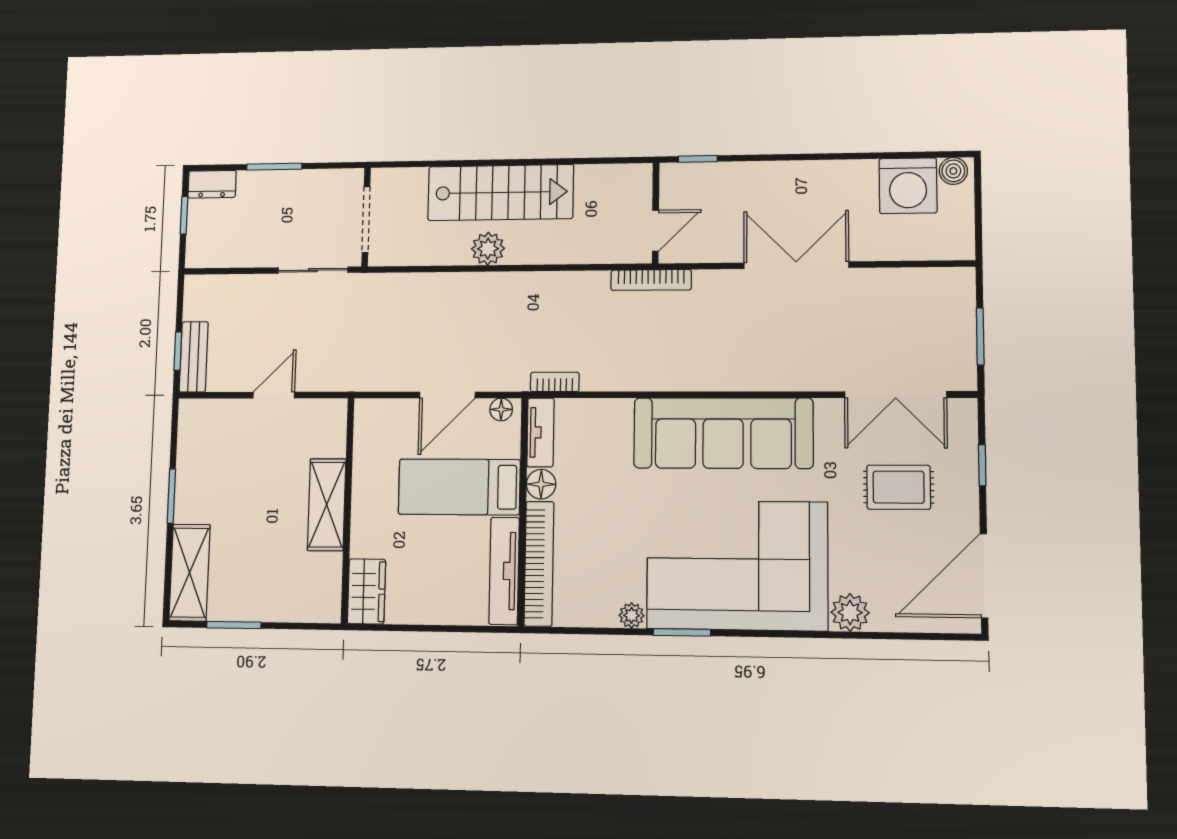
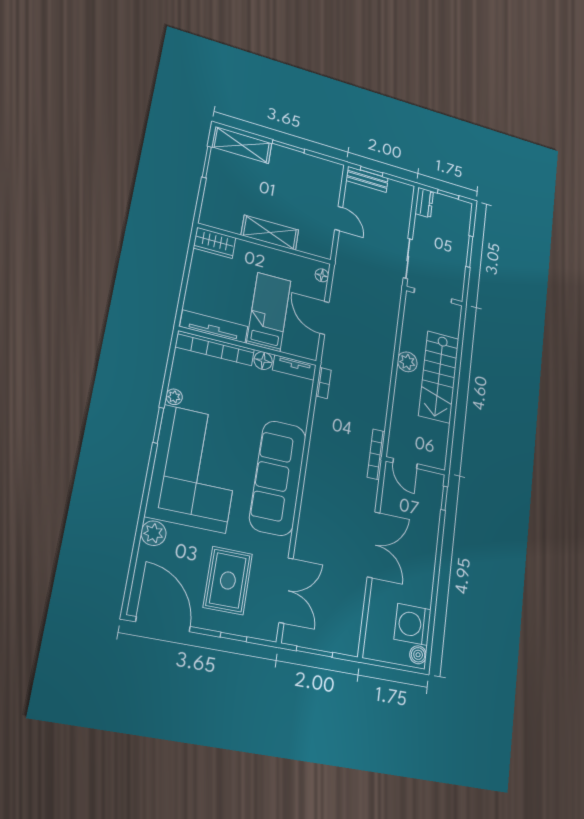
dresser: (212, 184) -> (424, 203), moved, turned 180
double door: (895, 395) -> (286, 590), swing flipped
floor lamp: (501, 409) -> (322, 275), moved
rug: (899, 487) -> (228, 580), width x1.36, depth x1.43

